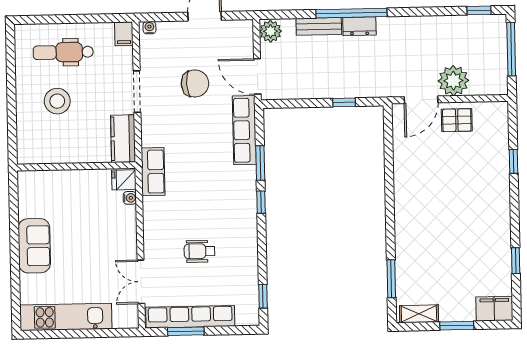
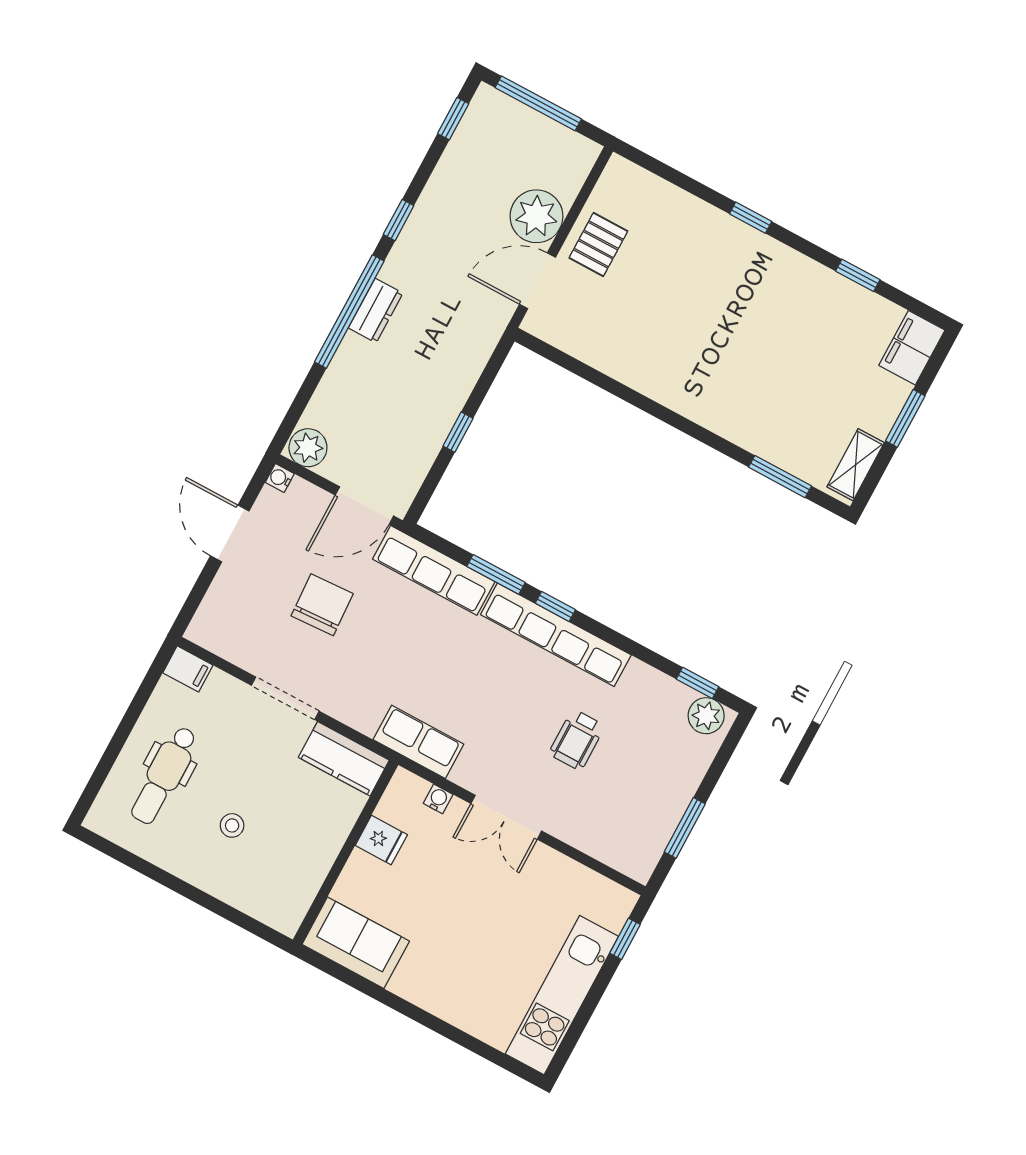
window: (412, 12) -> (399, 220), added
bench: (319, 26) -> (342, 371), removed
water cooler: (149, 28) -> (280, 478), moved
door: (421, 100) -> (538, 281), swing flipped
stool: (57, 101) -> (232, 825), width x0.53, depth x0.53
window: (344, 102) -> (458, 432), moved
window: (514, 161) -> (751, 218), moved
fridge: (124, 180) -> (381, 840), moved, turned -90
sofa: (34, 246) -> (356, 943), moved
double door: (141, 282) -> (506, 817), moved
plant: (249, 310) -> (706, 716), added
row of seats: (190, 317) -> (556, 635), moved, turned -90
window: (112, 333) -> (625, 939), added

